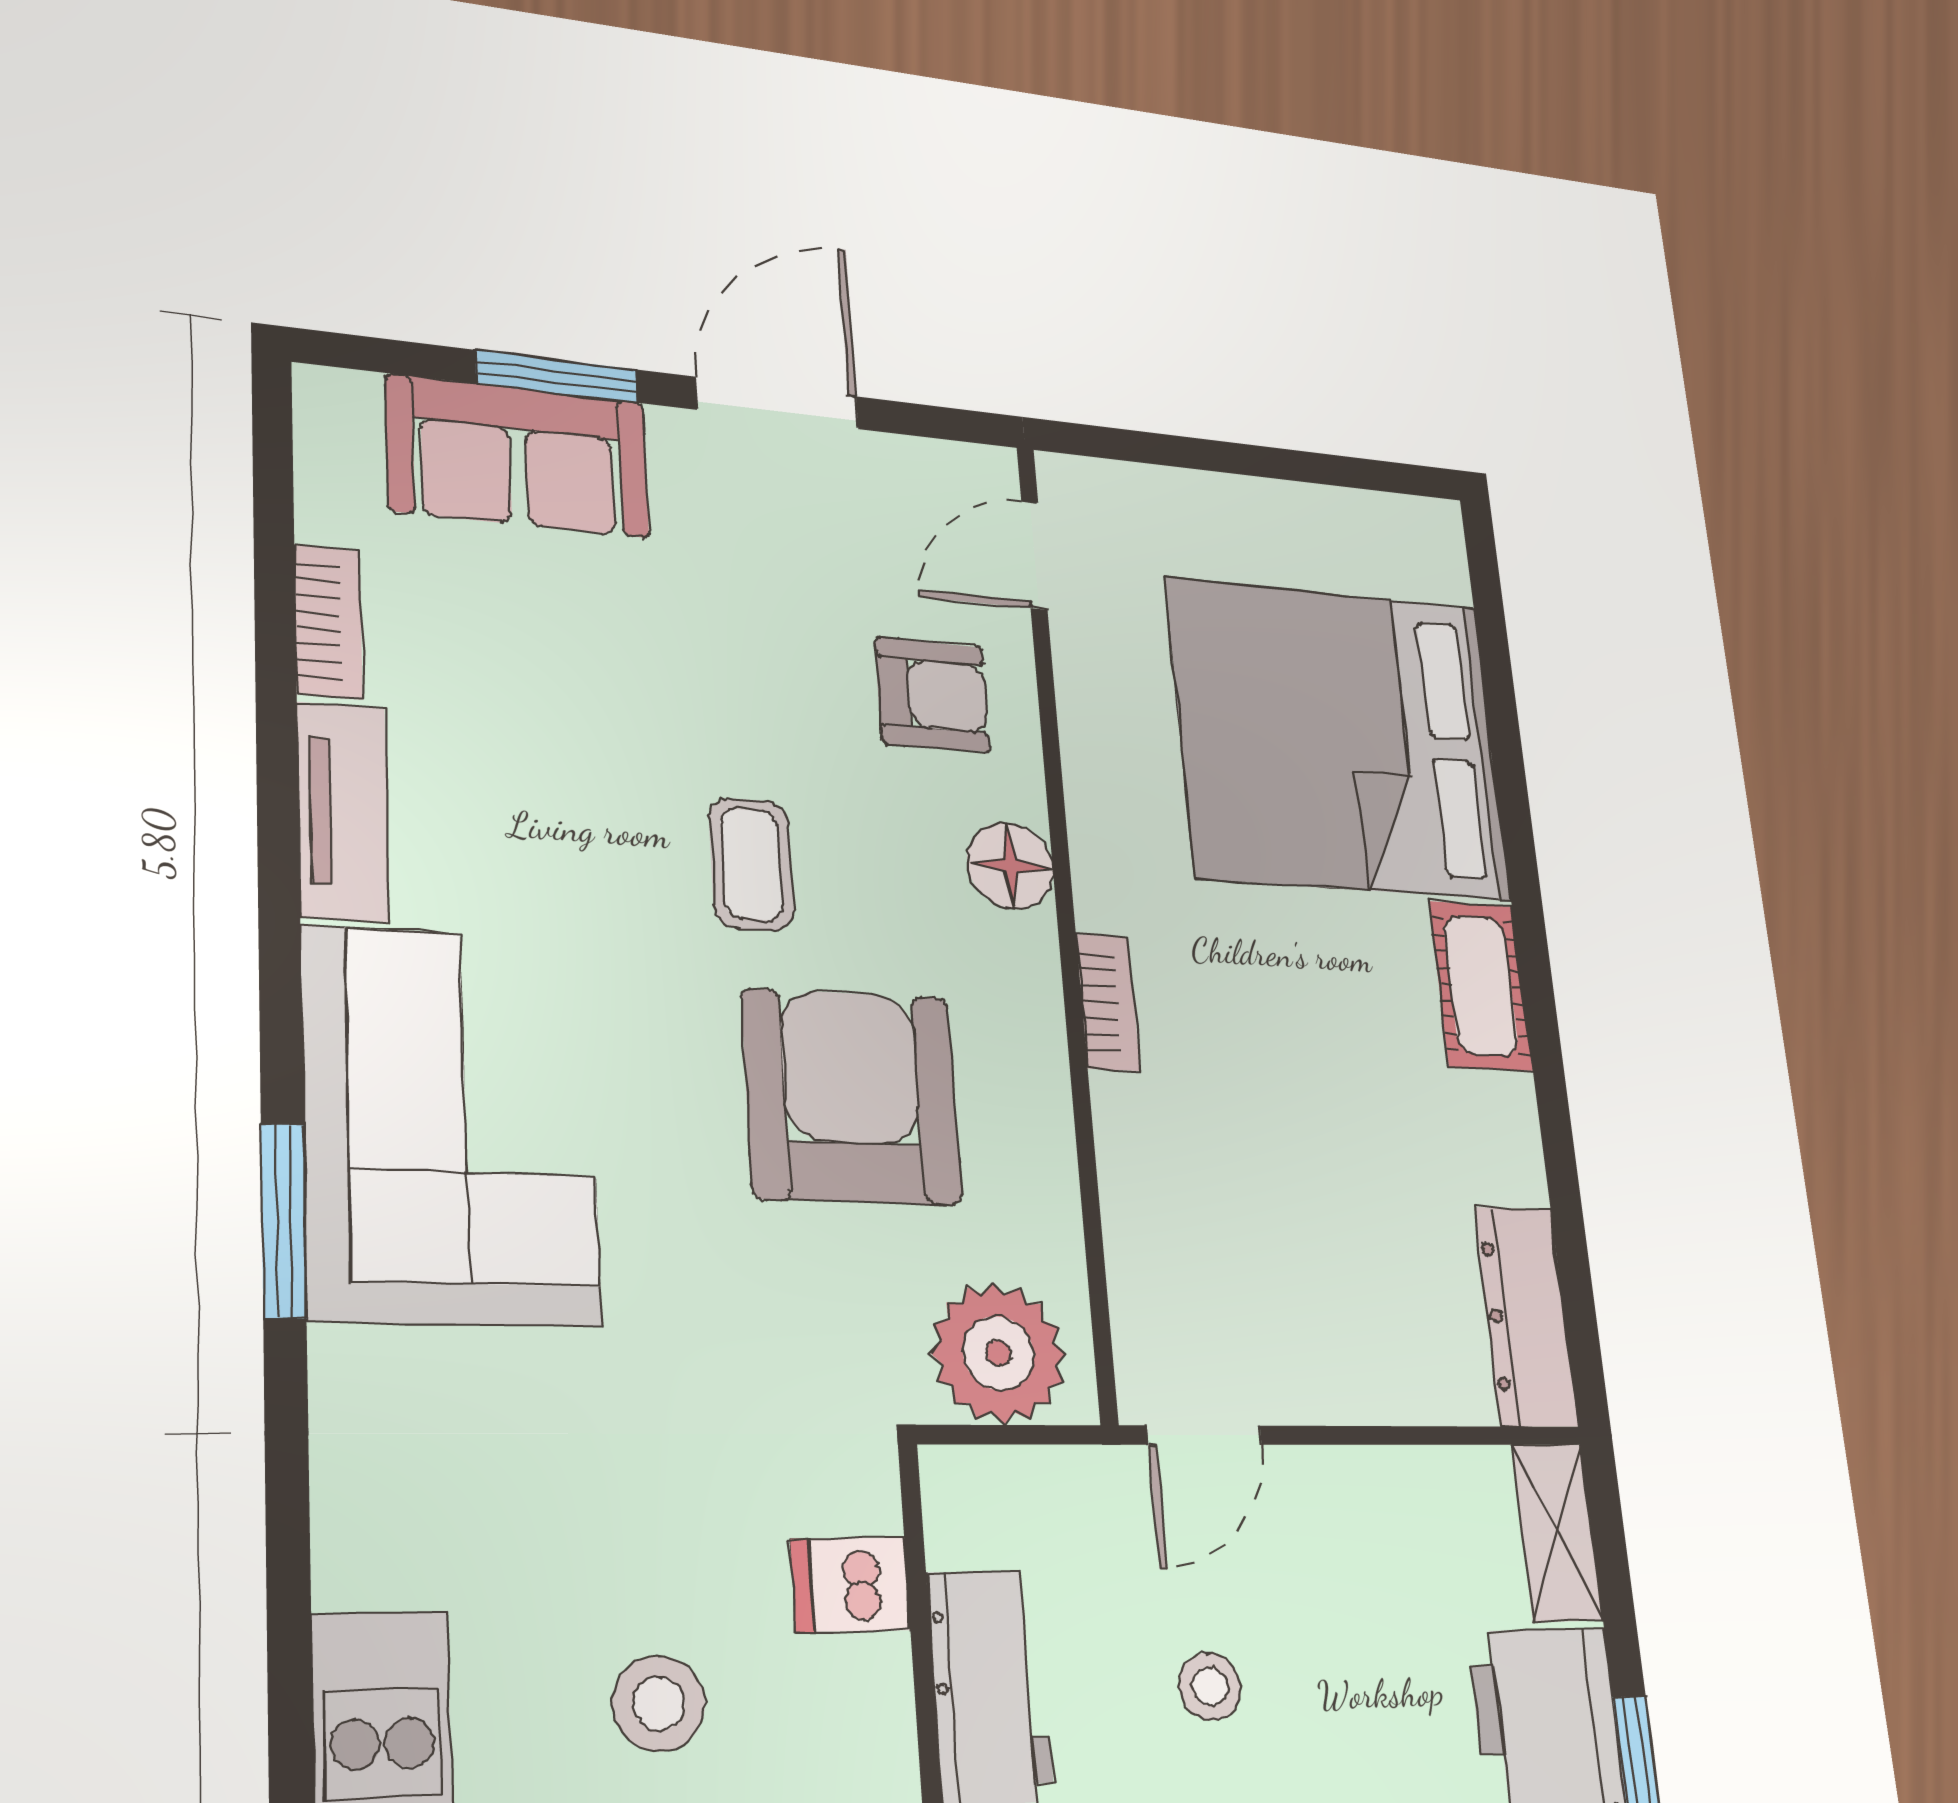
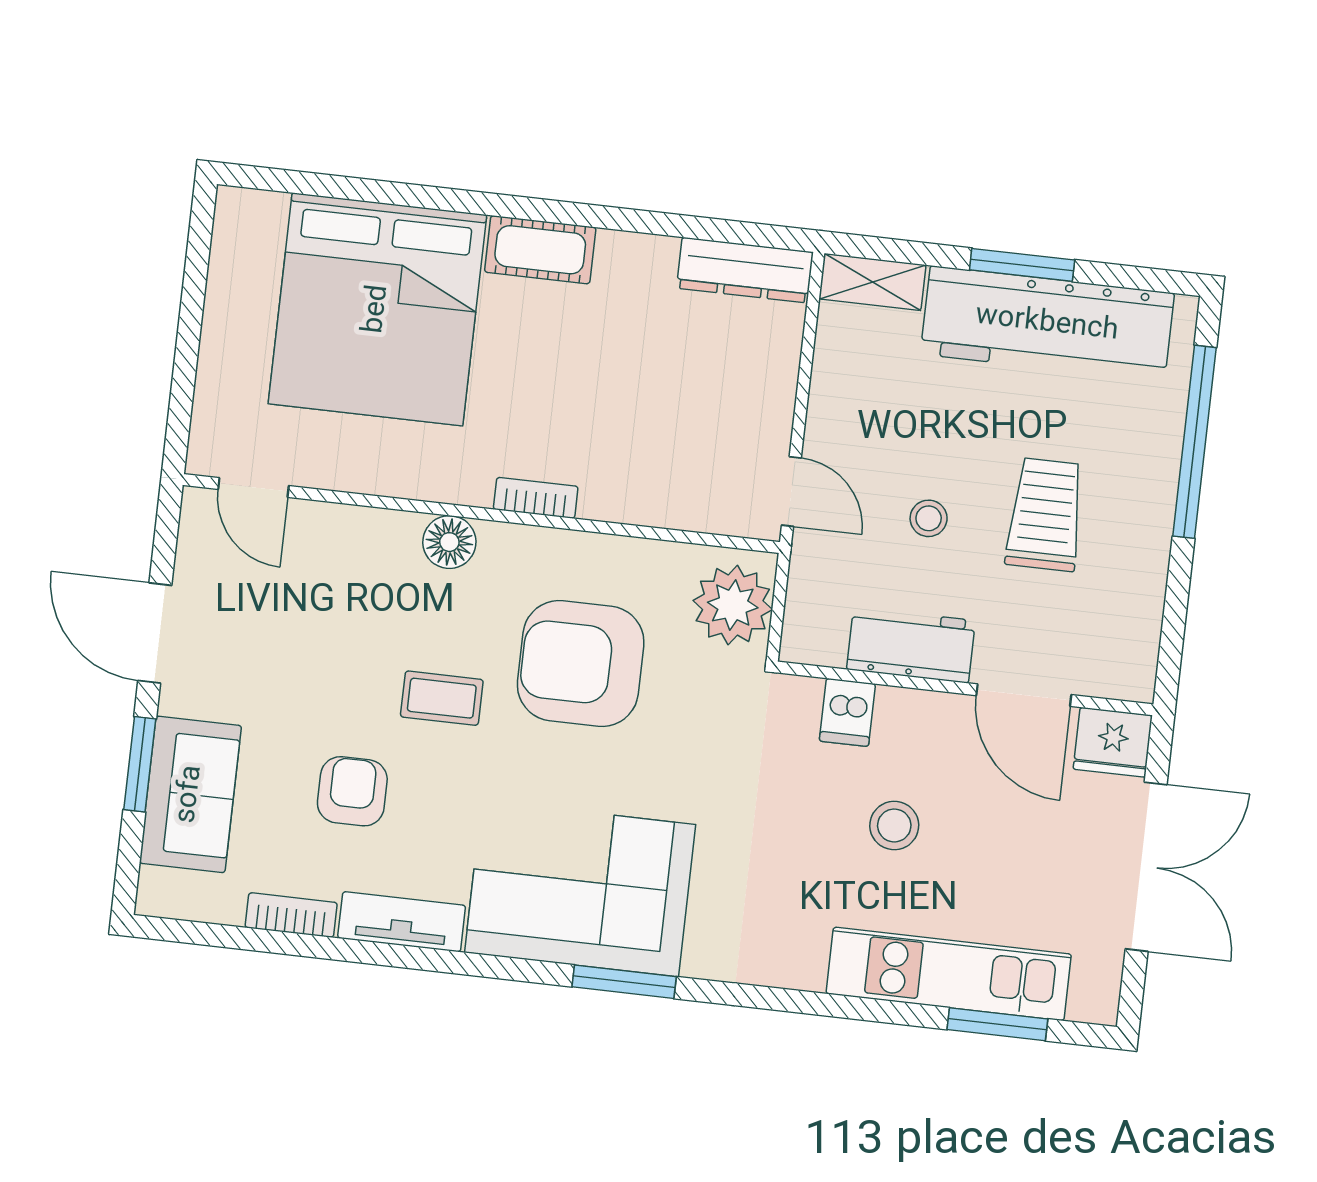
armchair: (932, 695) -> (352, 791), moved

